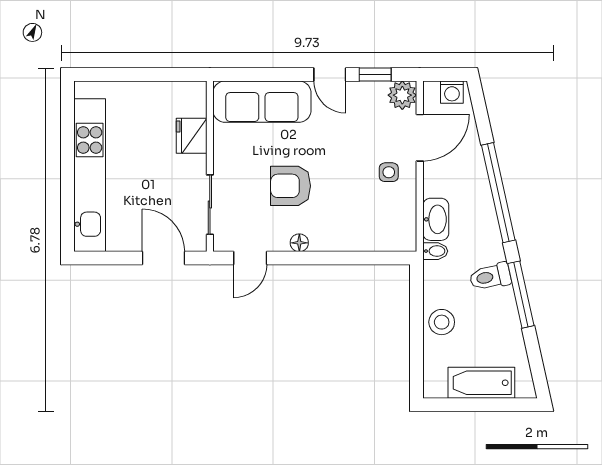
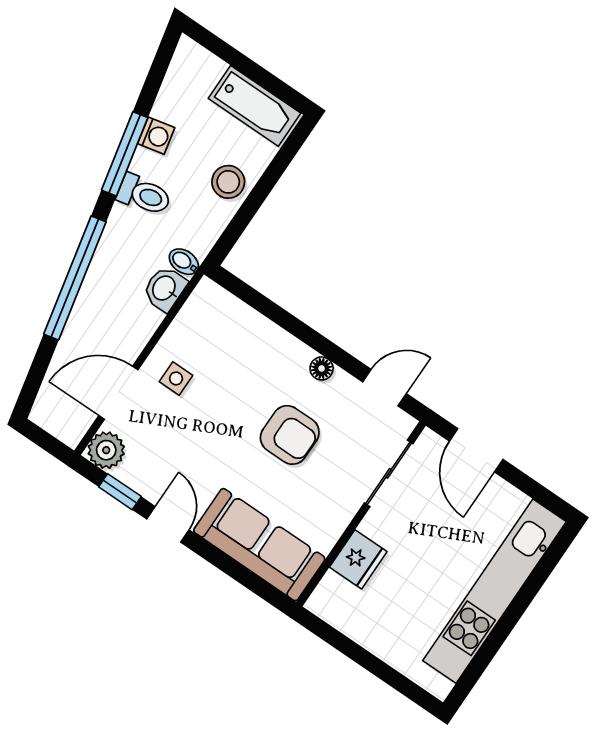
washing machine: (452, 92) -> (156, 136), moved, turned 78
washbasin: (436, 219) -> (165, 289), width x0.72
bathtub: (481, 383) -> (254, 106), moved

